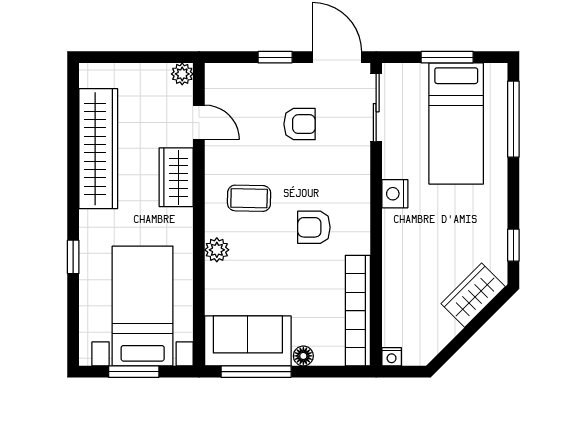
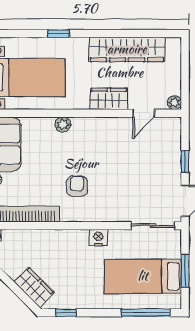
armchair: (300, 124) -> (143, 177), removed
coffee table: (249, 198) -> (96, 145), removed

